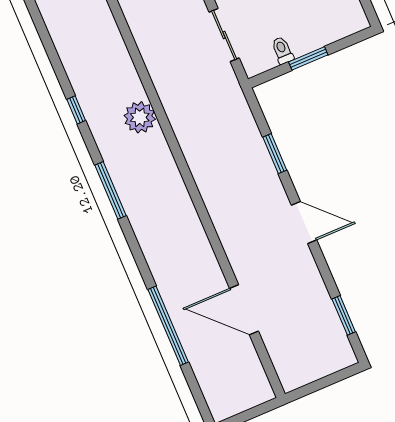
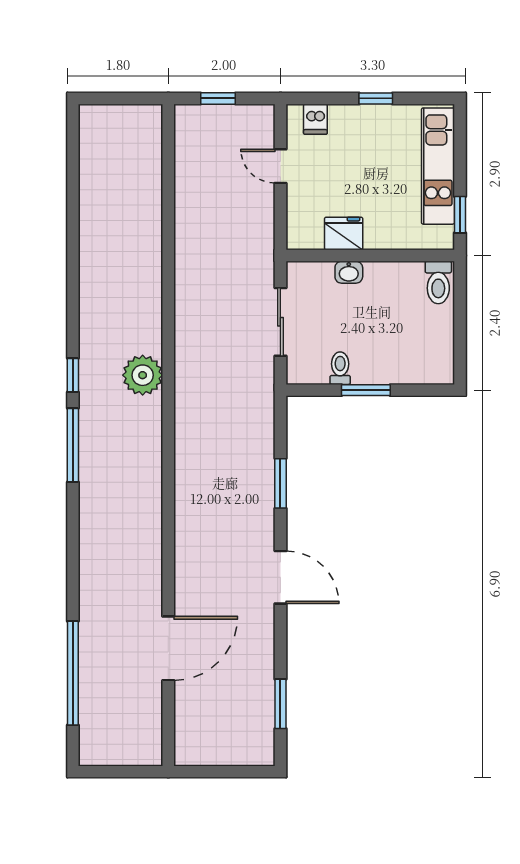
window: (76, 110) -> (73, 375), moved
door: (244, 310) -> (168, 648), swing flipped
window: (168, 326) -> (73, 673), moved

